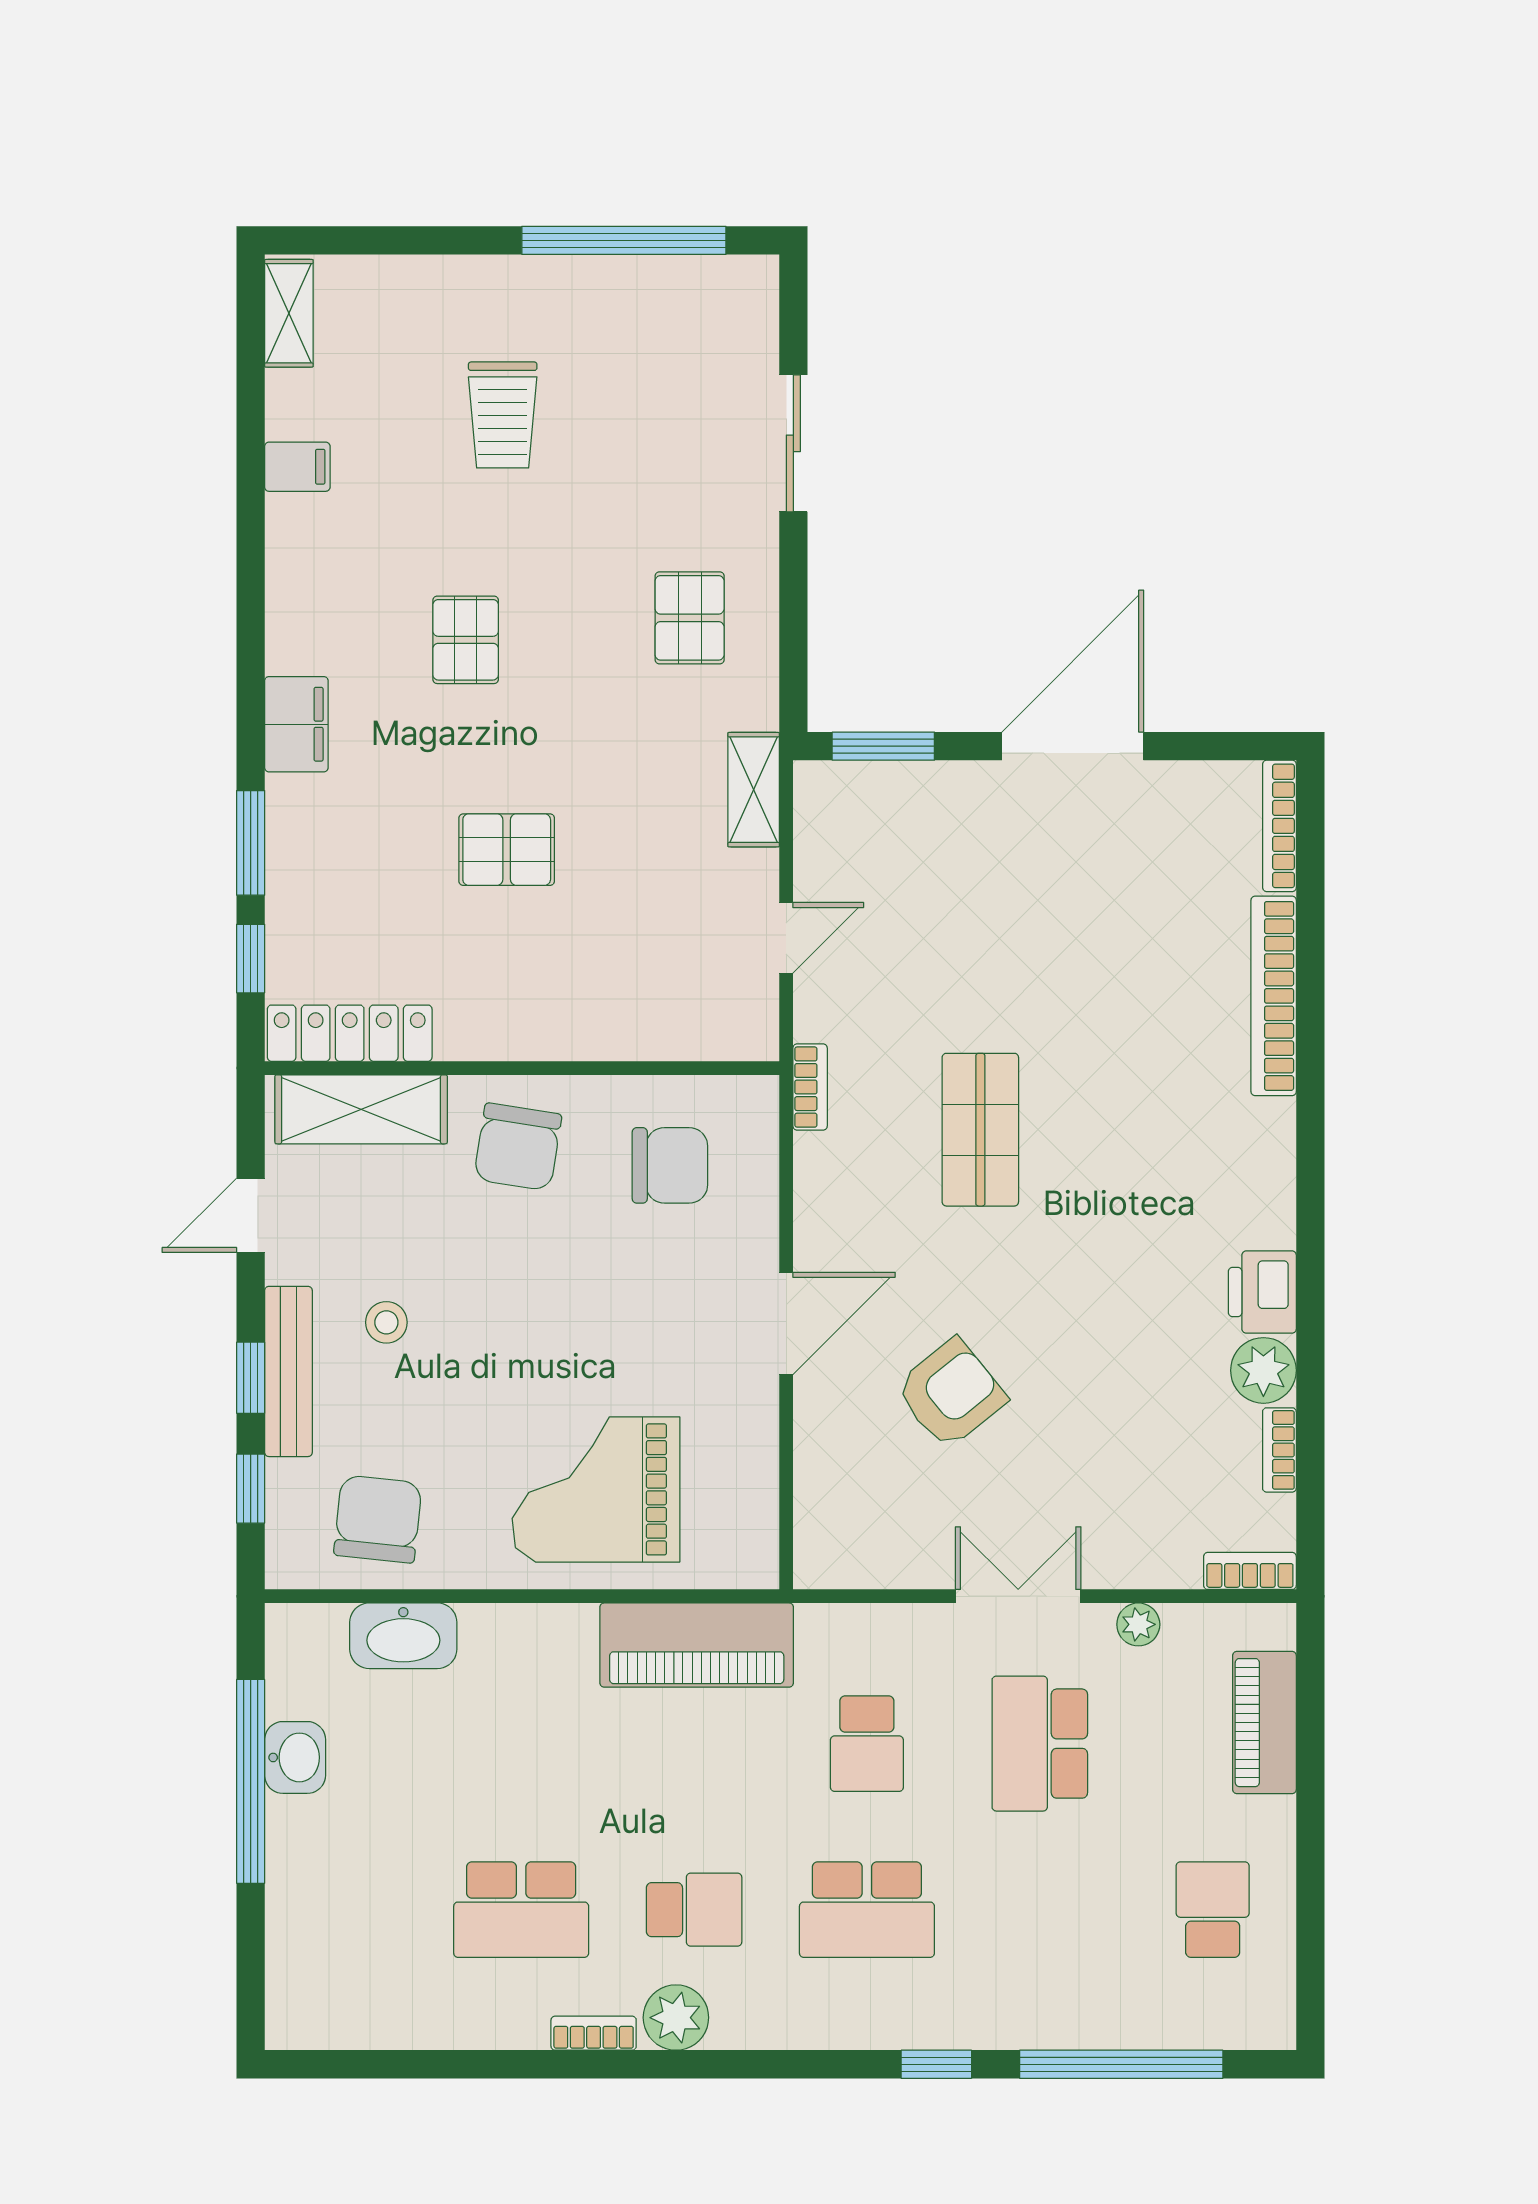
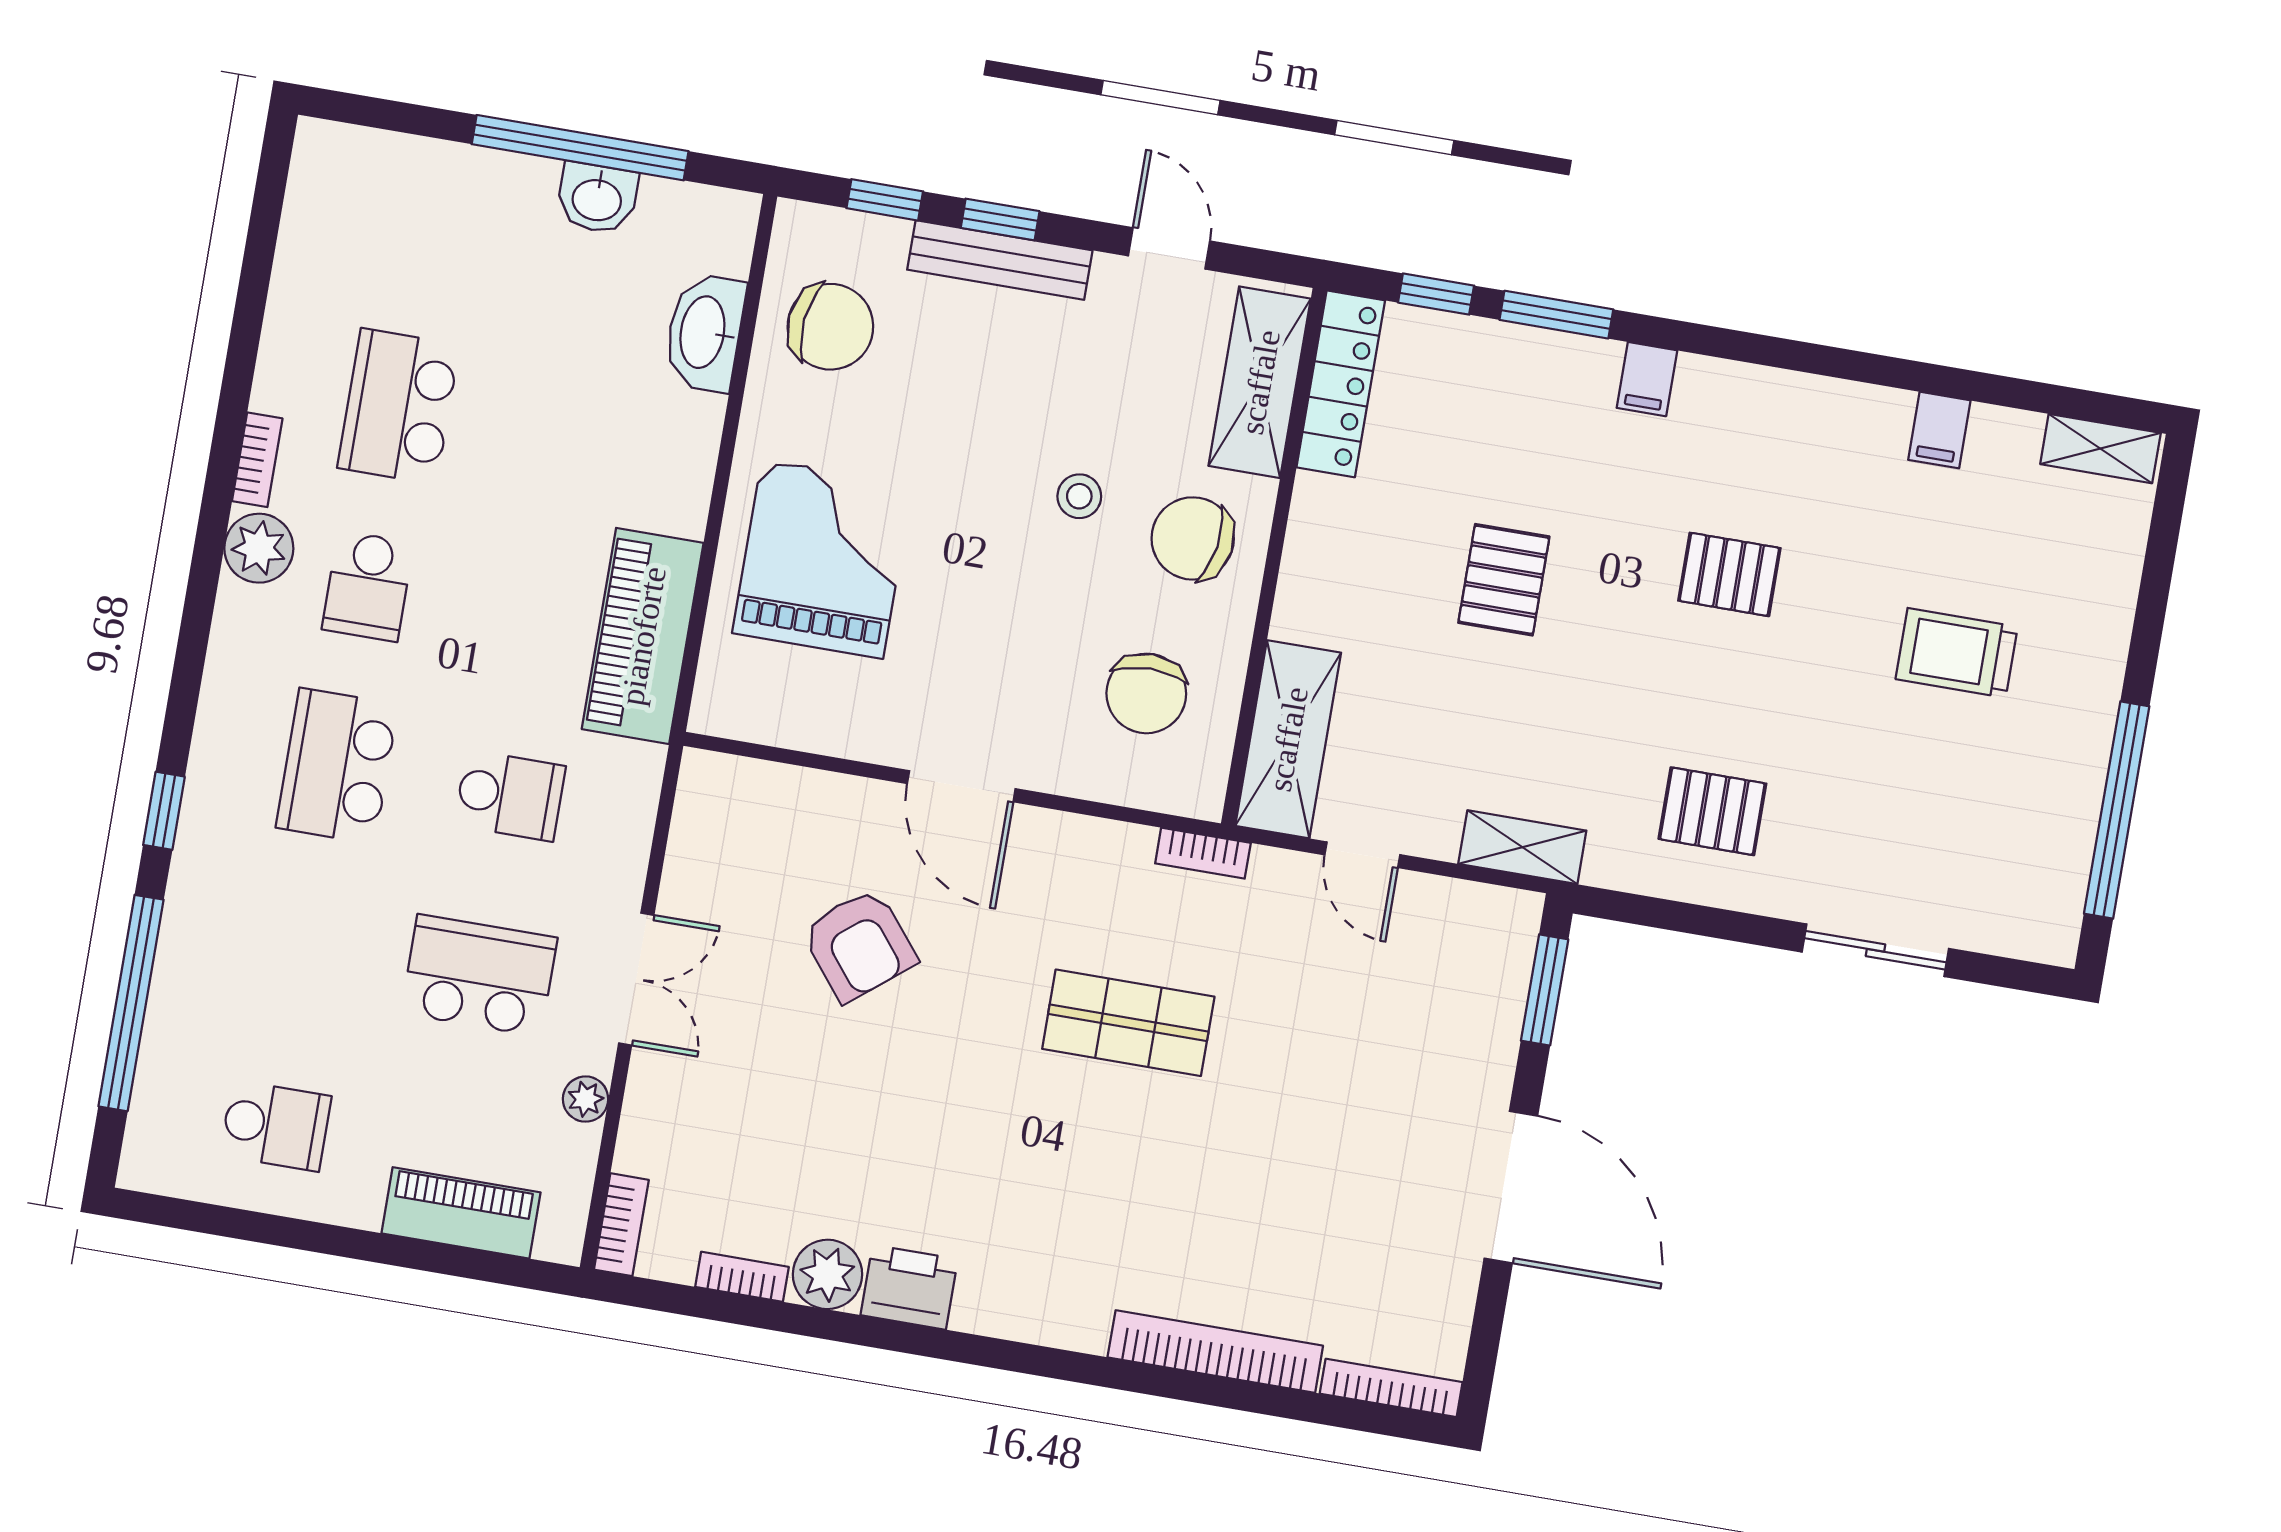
filing cabinet: (296, 724) -> (1647, 379), width x0.50
shelving: (690, 1026) -> (1288, 739), added
stool: (386, 1322) -> (1079, 496), moved
school desk: (867, 1744) -> (510, 796), turned 180

